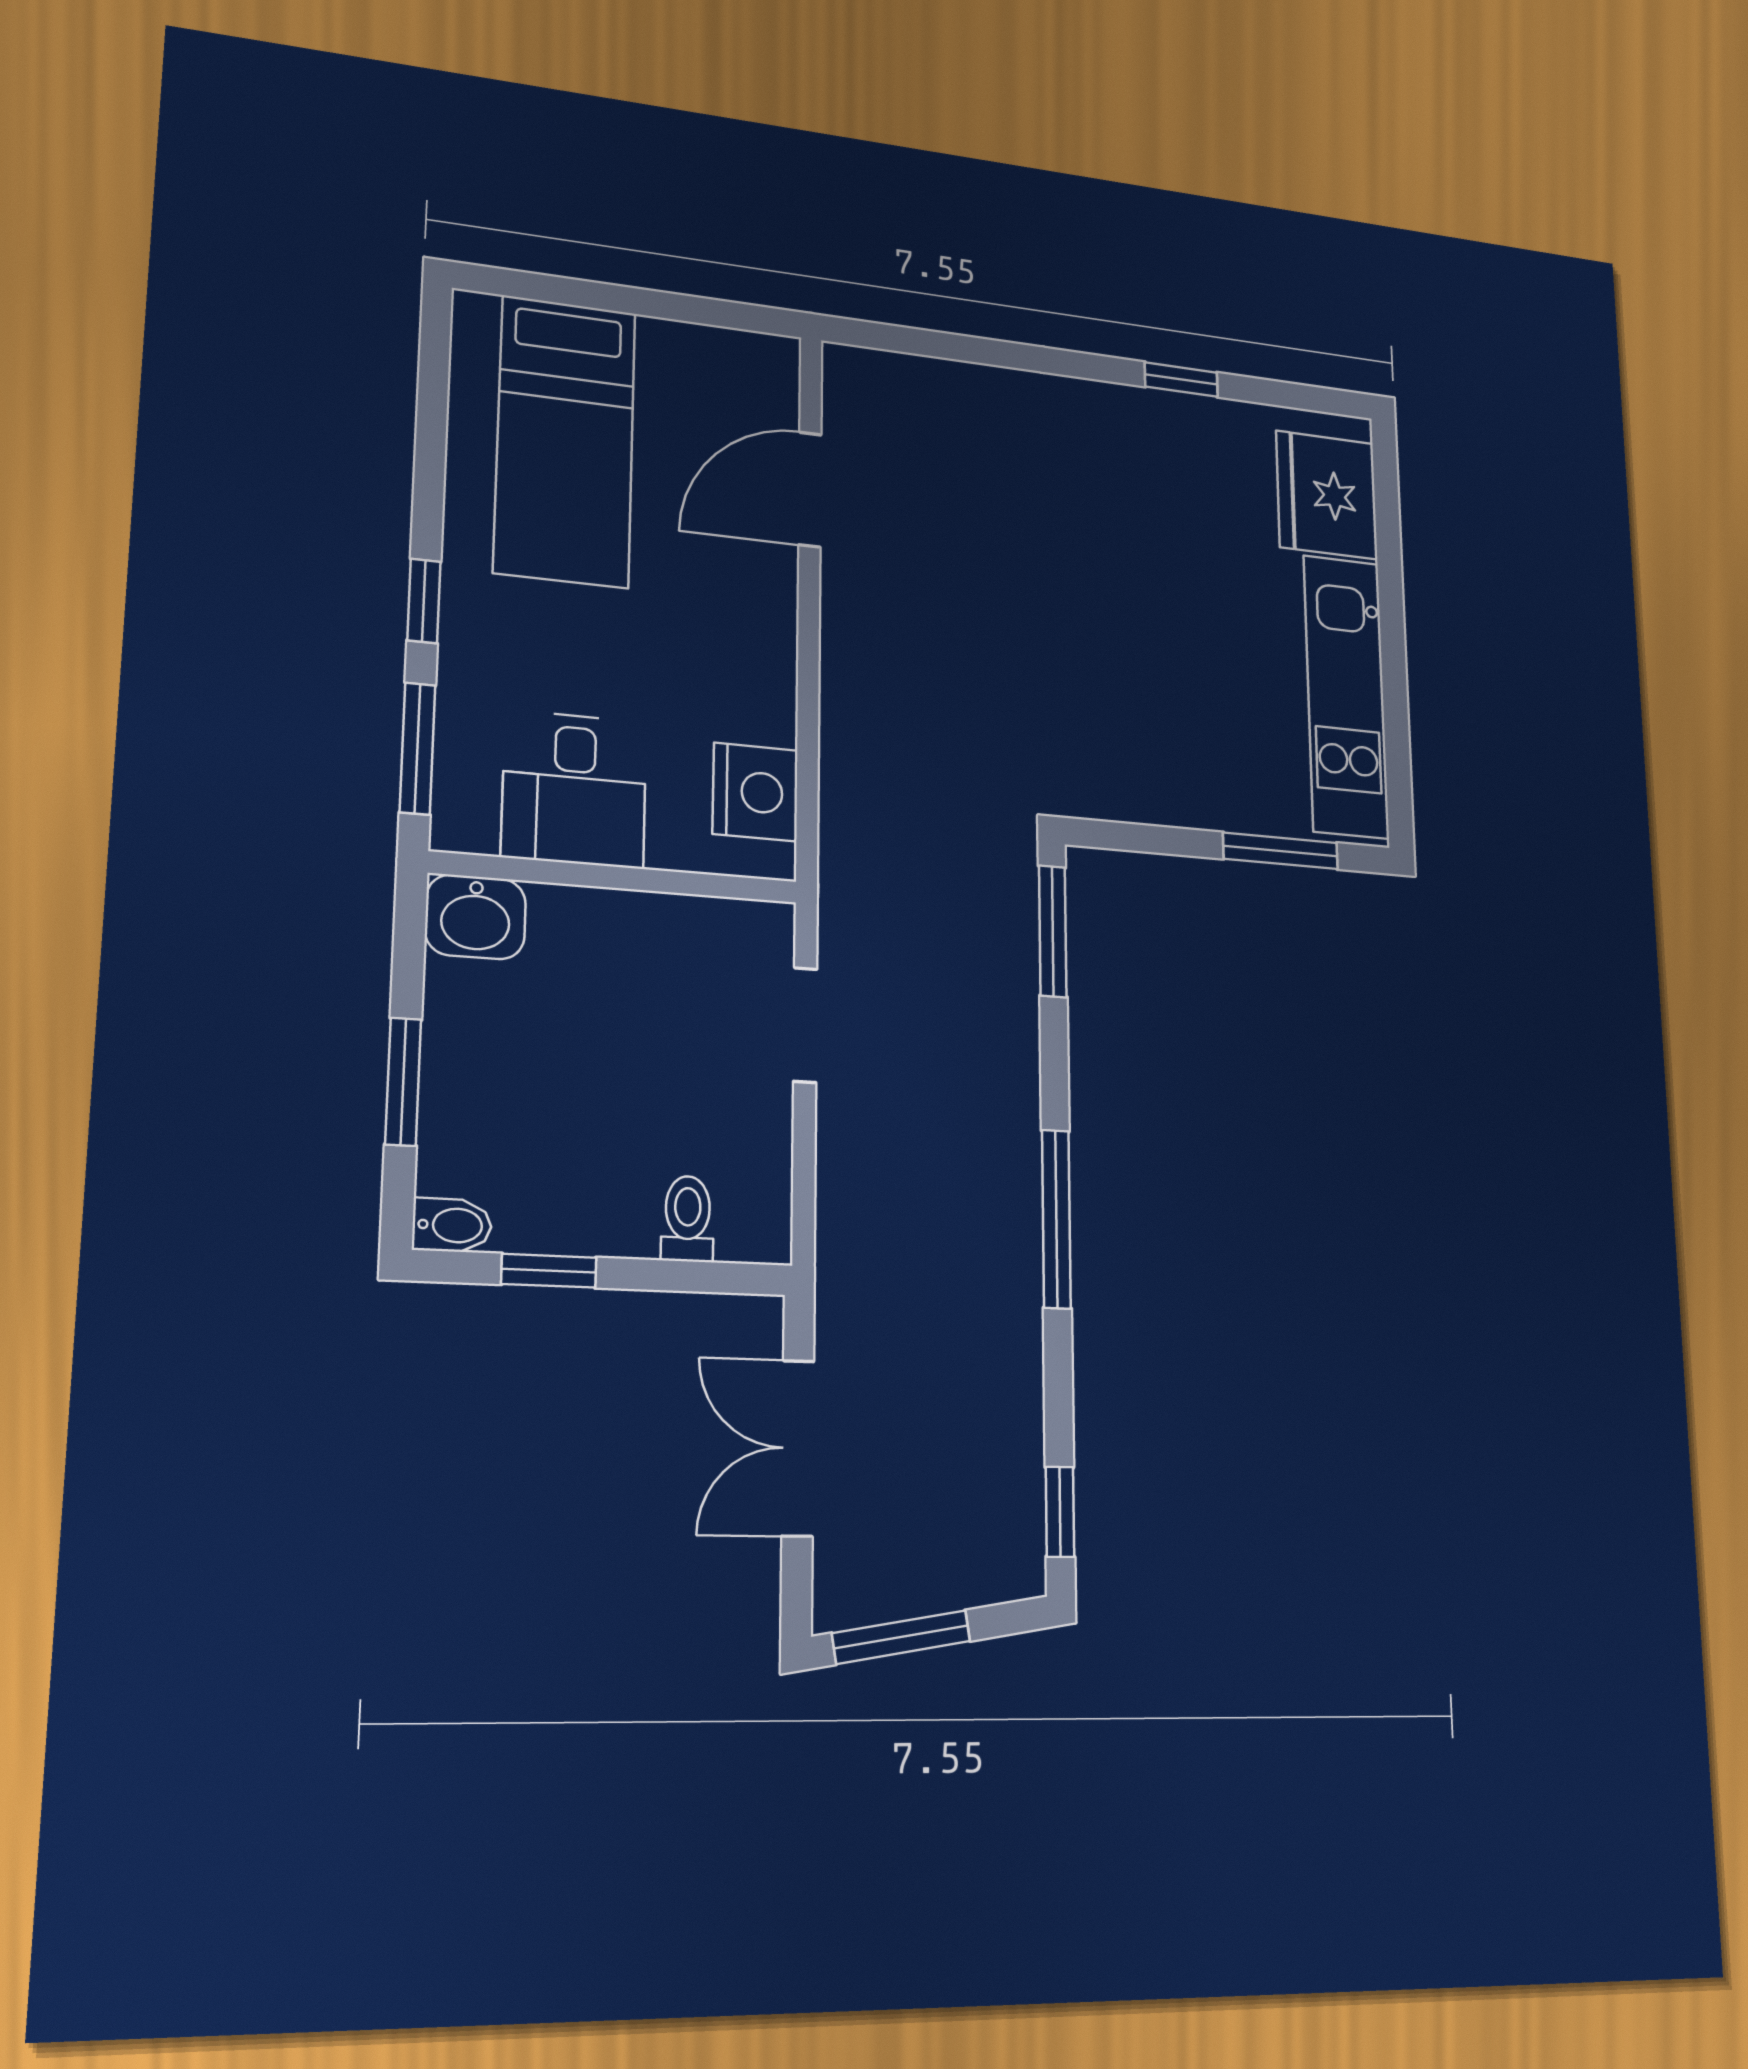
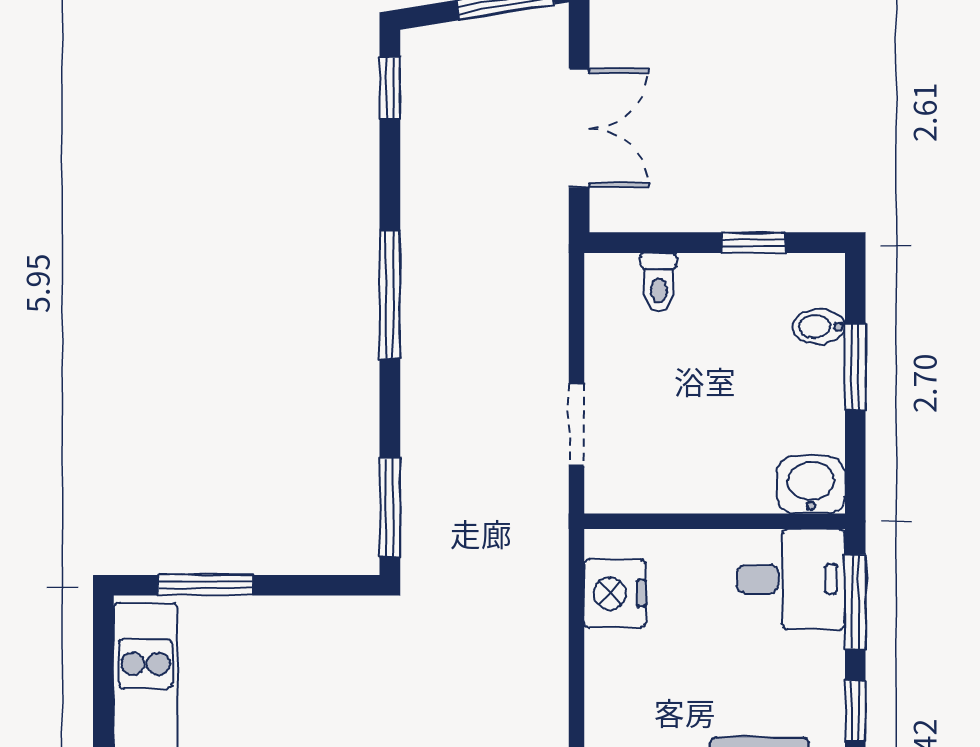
desk: (574, 789) -> (791, 579), moved, turned 90
bidet: (452, 1225) -> (819, 326), moved

